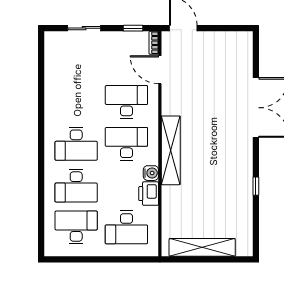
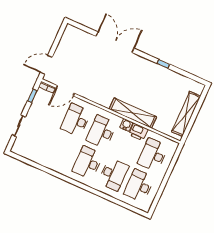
desk: (76, 144) -> (88, 163), turned 180
shelving: (171, 150) -> (133, 113), moved
desk: (126, 227) -> (153, 155), turned 180

